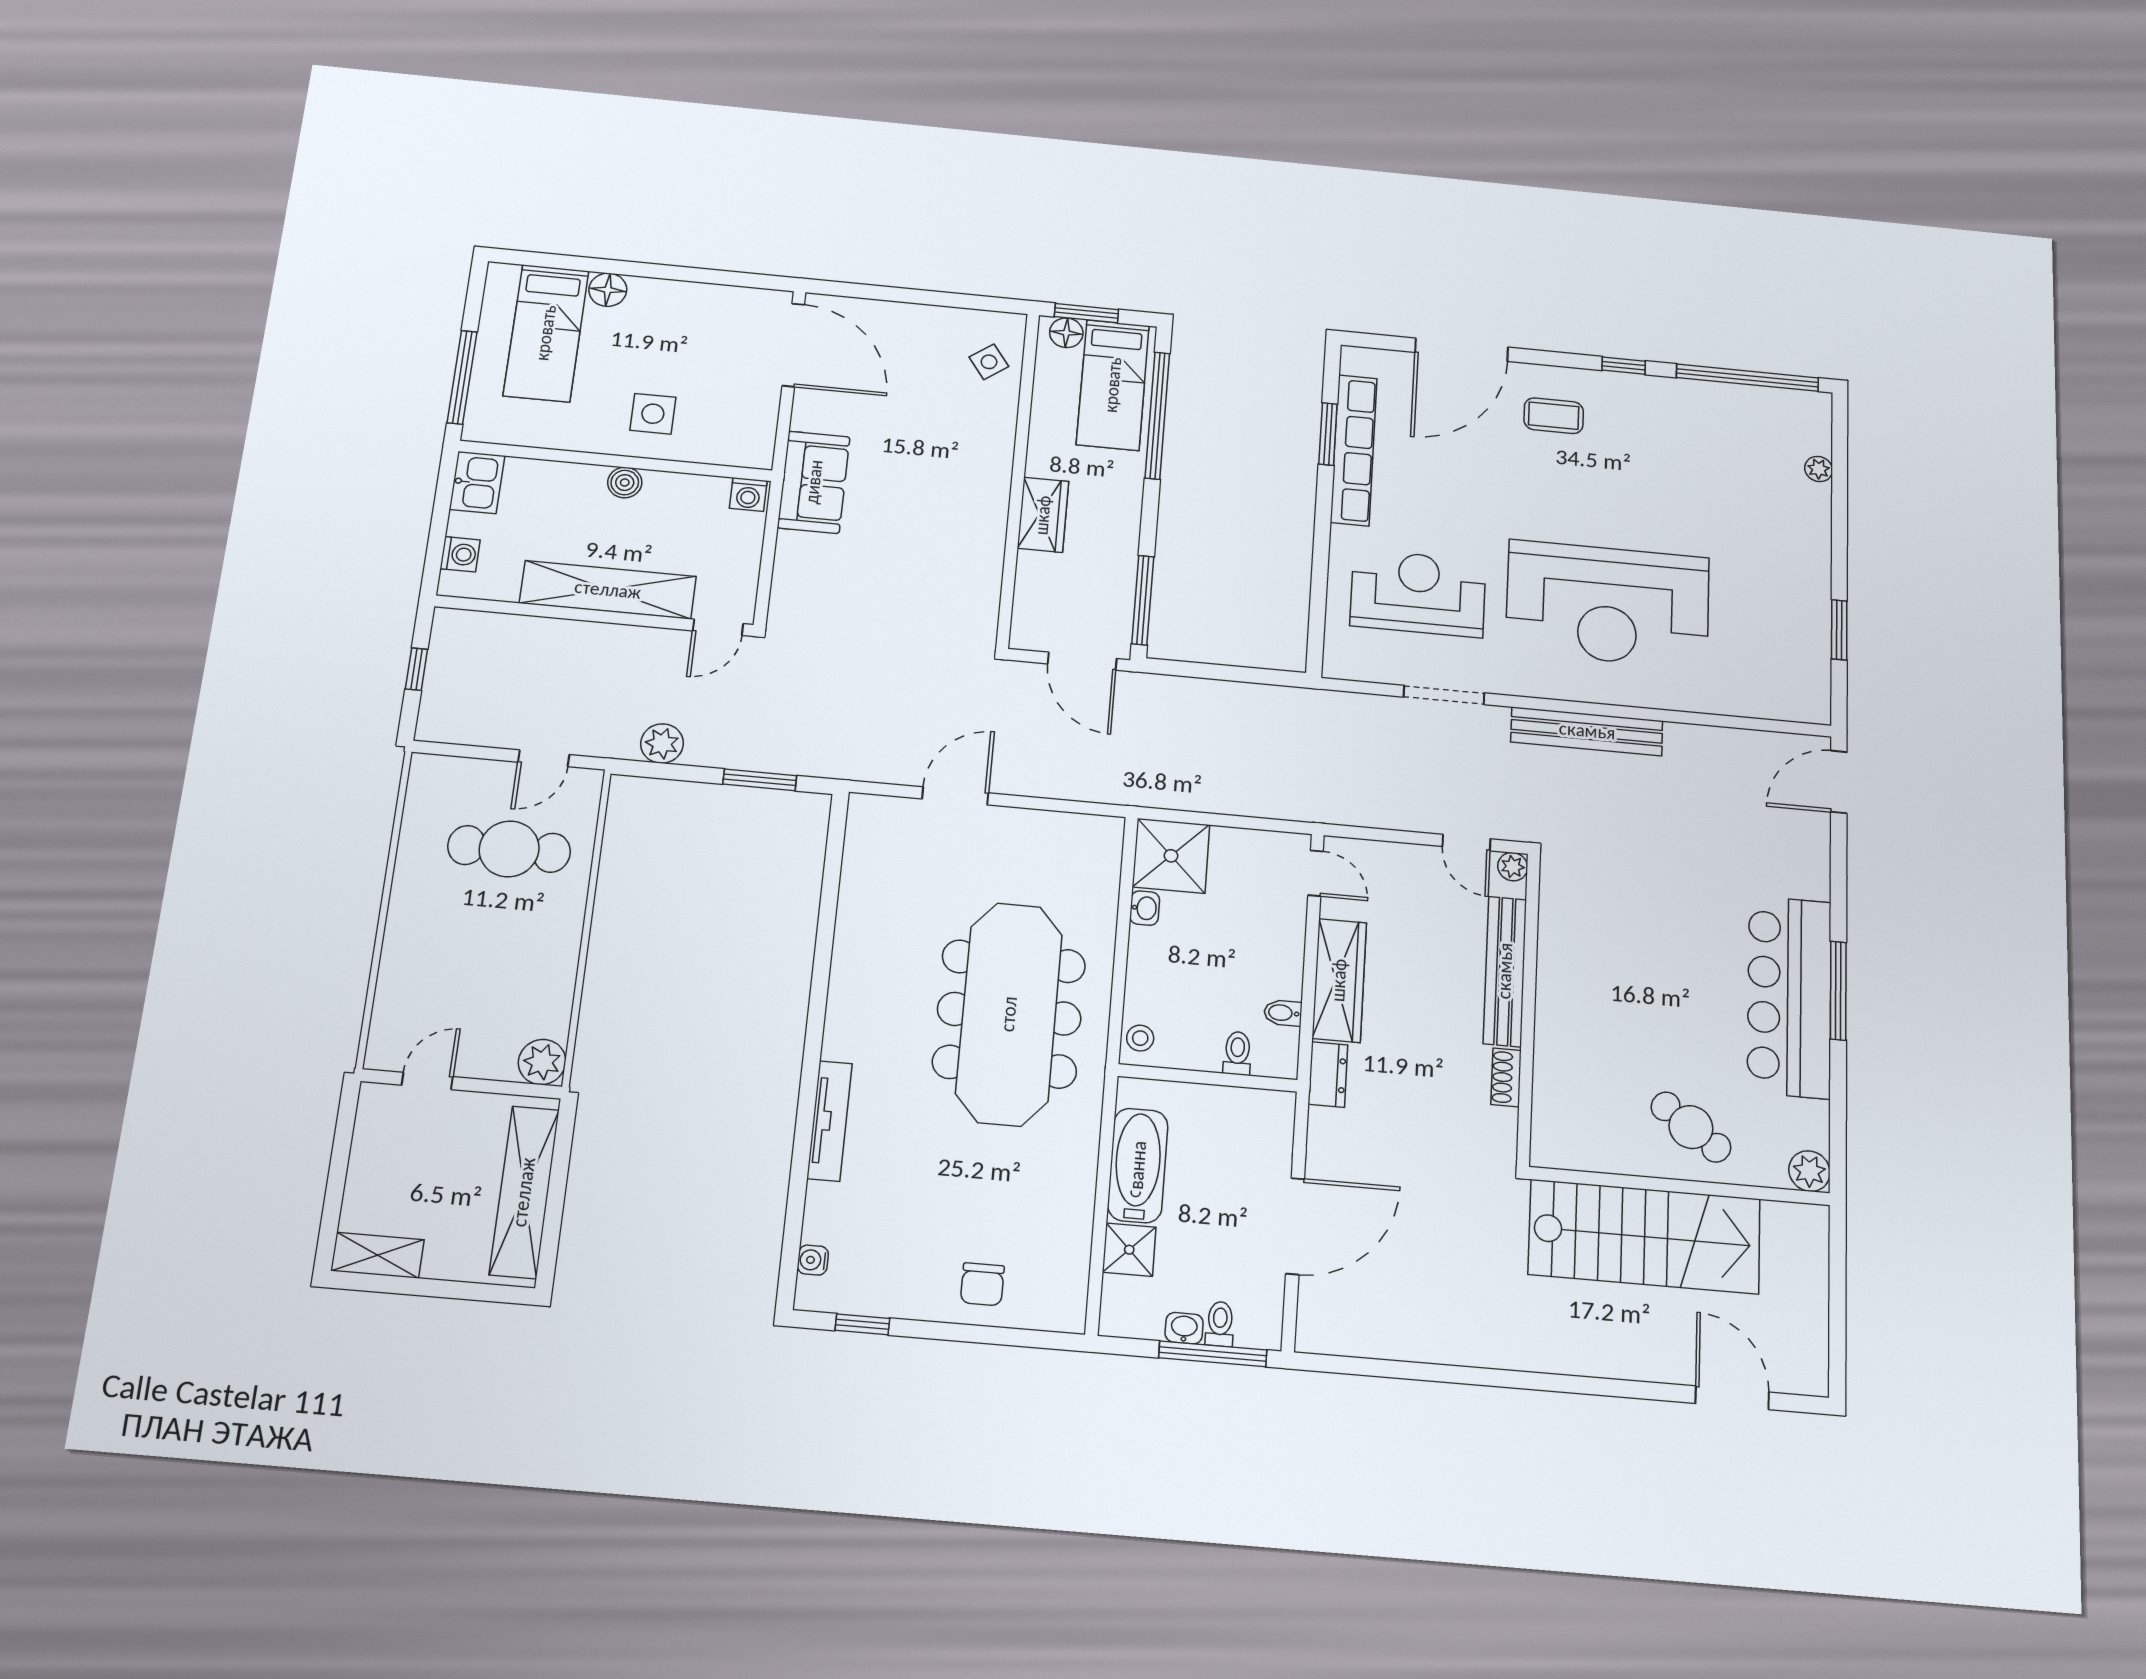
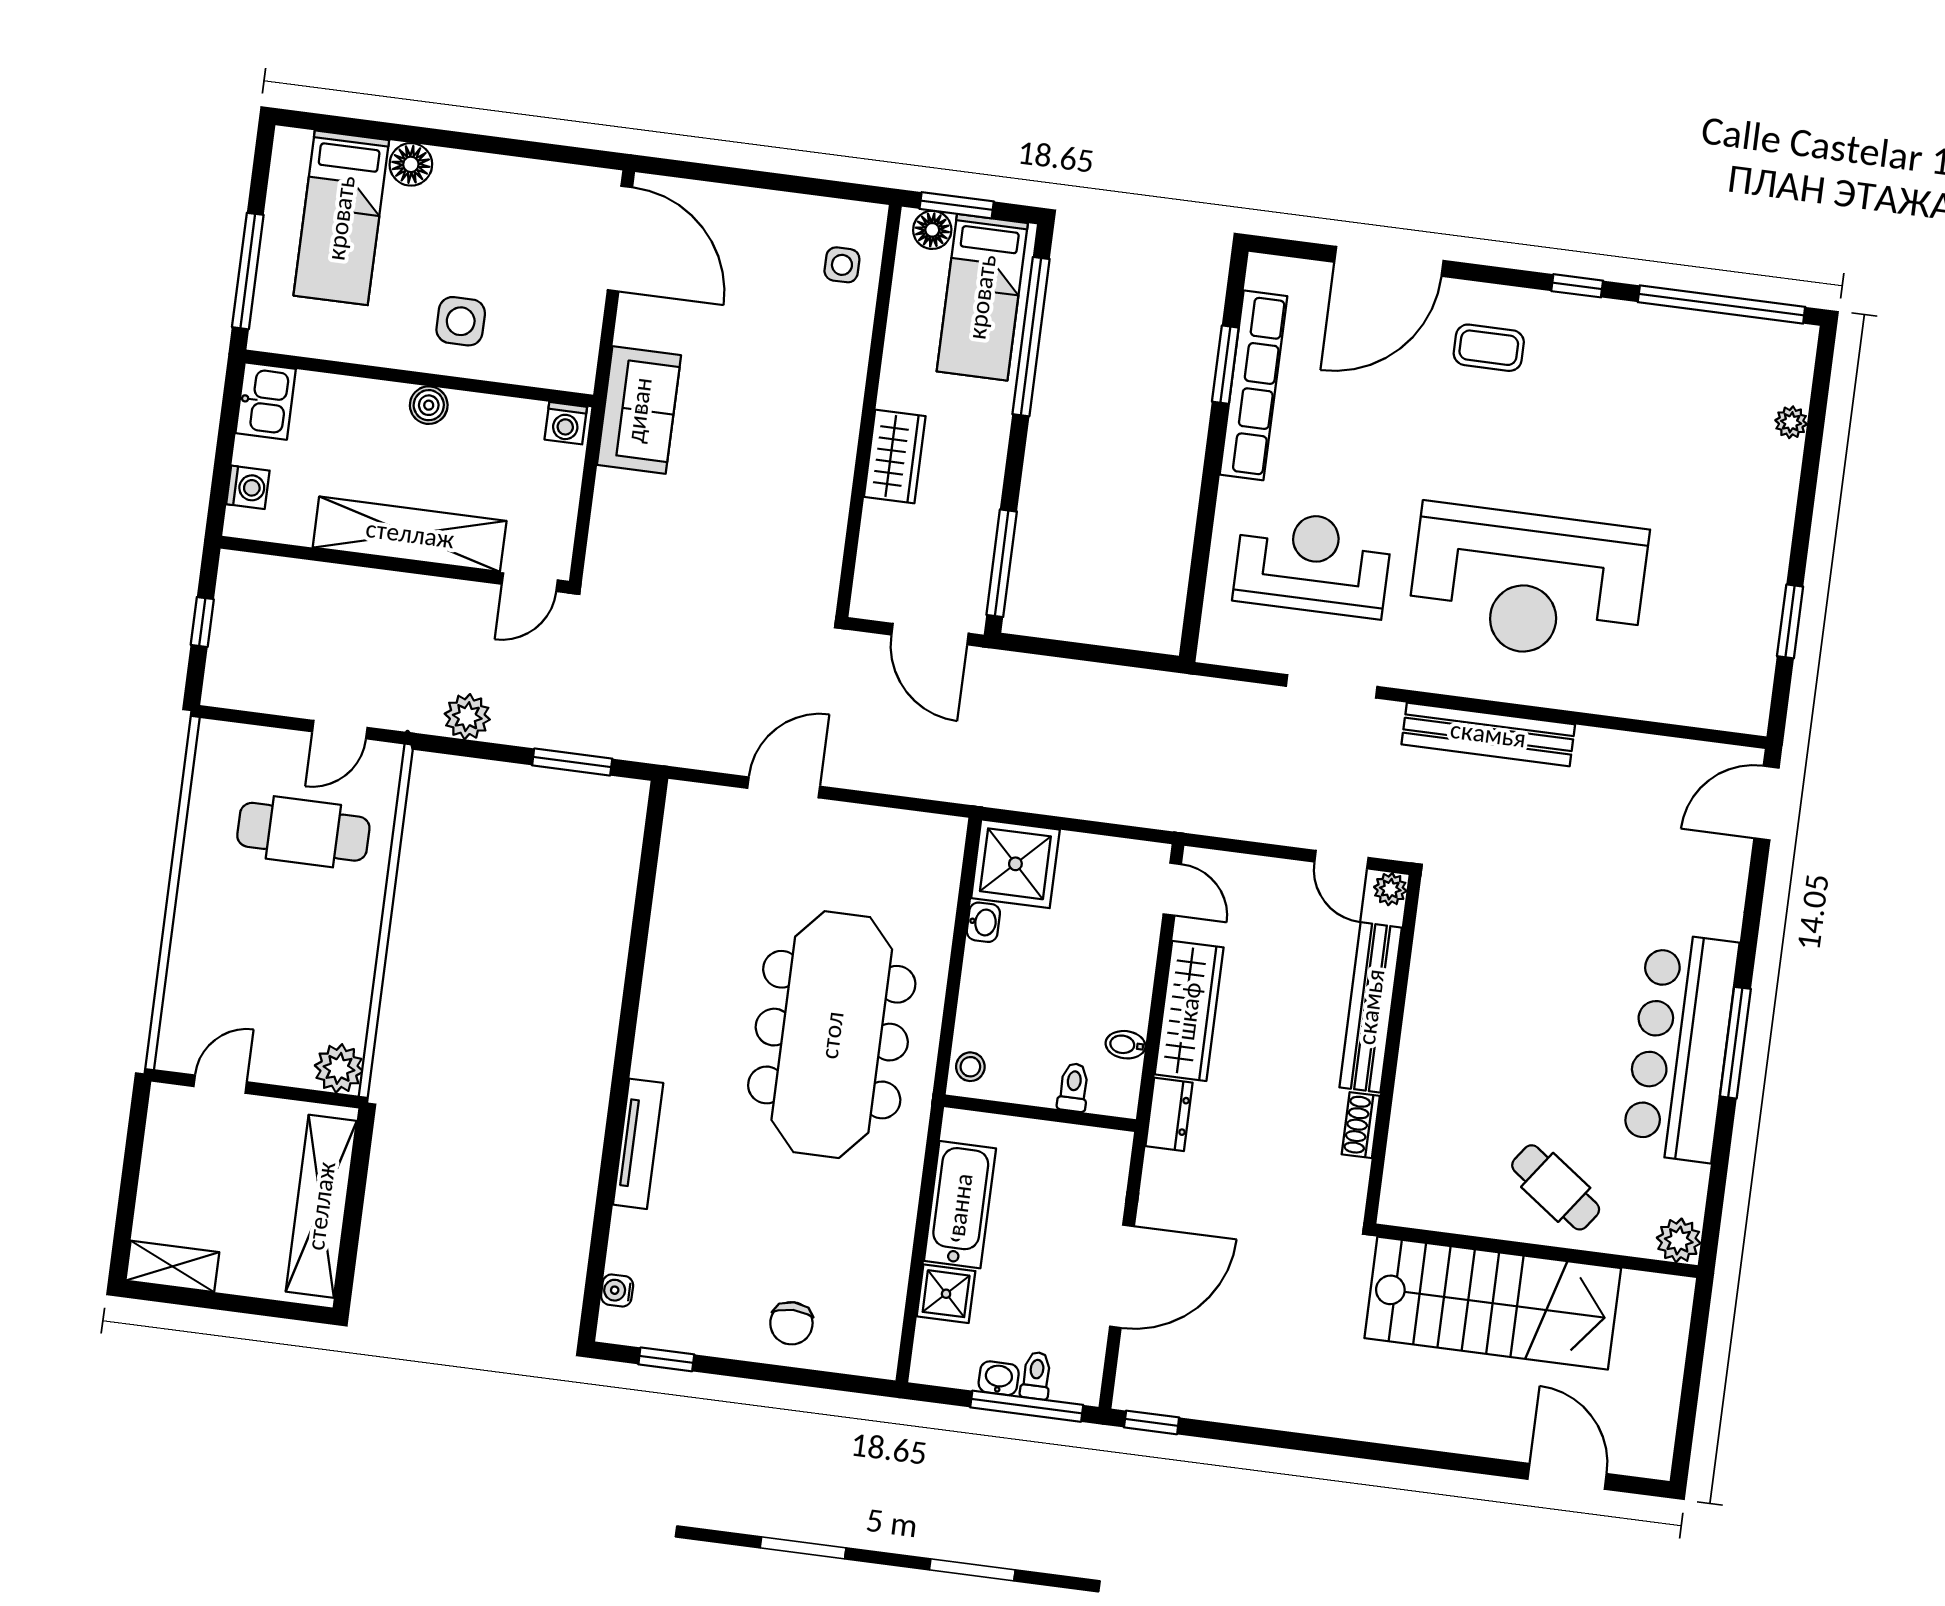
side table: (989, 362) -> (842, 265), turned 36
window: (1333, 1364) -> (1152, 1422), added

